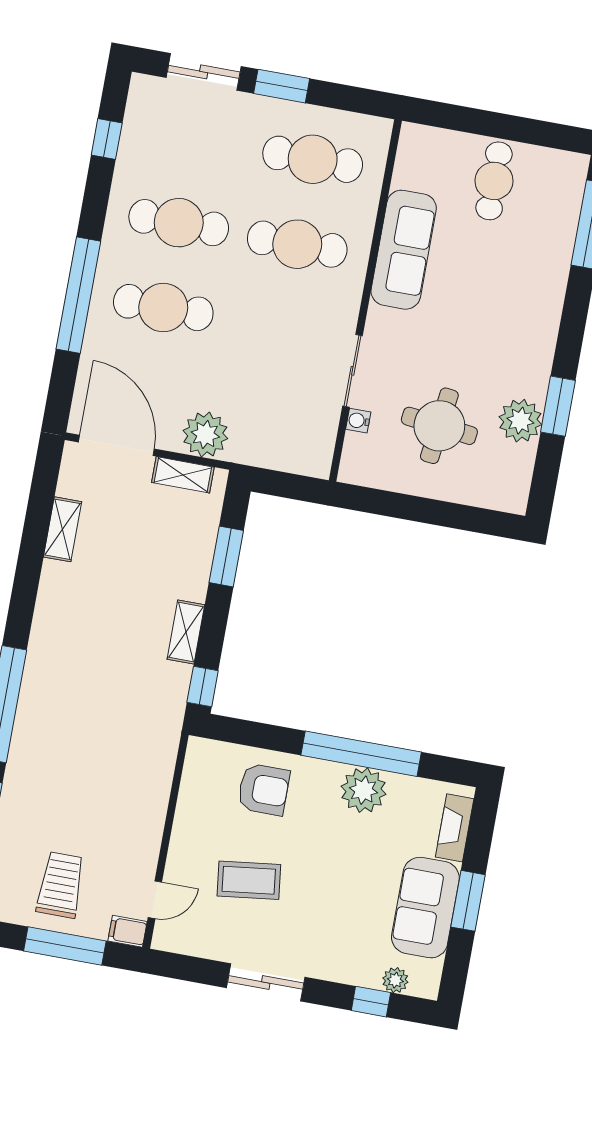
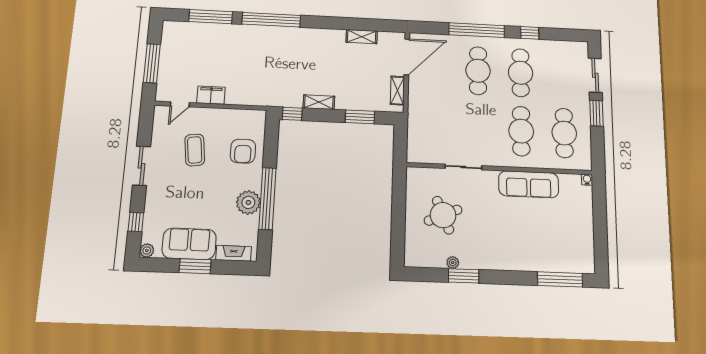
window: (107, 139) -> (530, 33), moved
cafe table: (494, 181) -> (572, 225), removed
water cooler: (358, 421) -> (587, 180), moved
plant: (520, 421) -> (453, 263), width x0.53, depth x0.53
round table: (439, 426) -> (443, 215), turned -30
plant: (205, 434) -> (419, 99), removed
trolley: (61, 885) -> (183, 57), removed
door: (155, 900) -> (180, 104), hinge flipped
filing cabinet: (128, 931) -> (211, 95), moved, width x2.00
plant: (395, 980) -> (147, 251), moved

